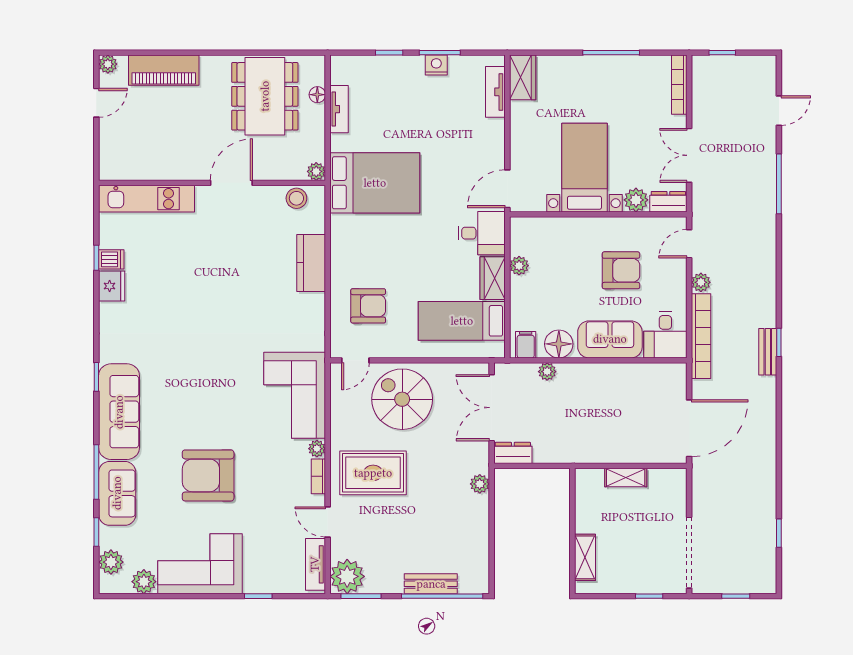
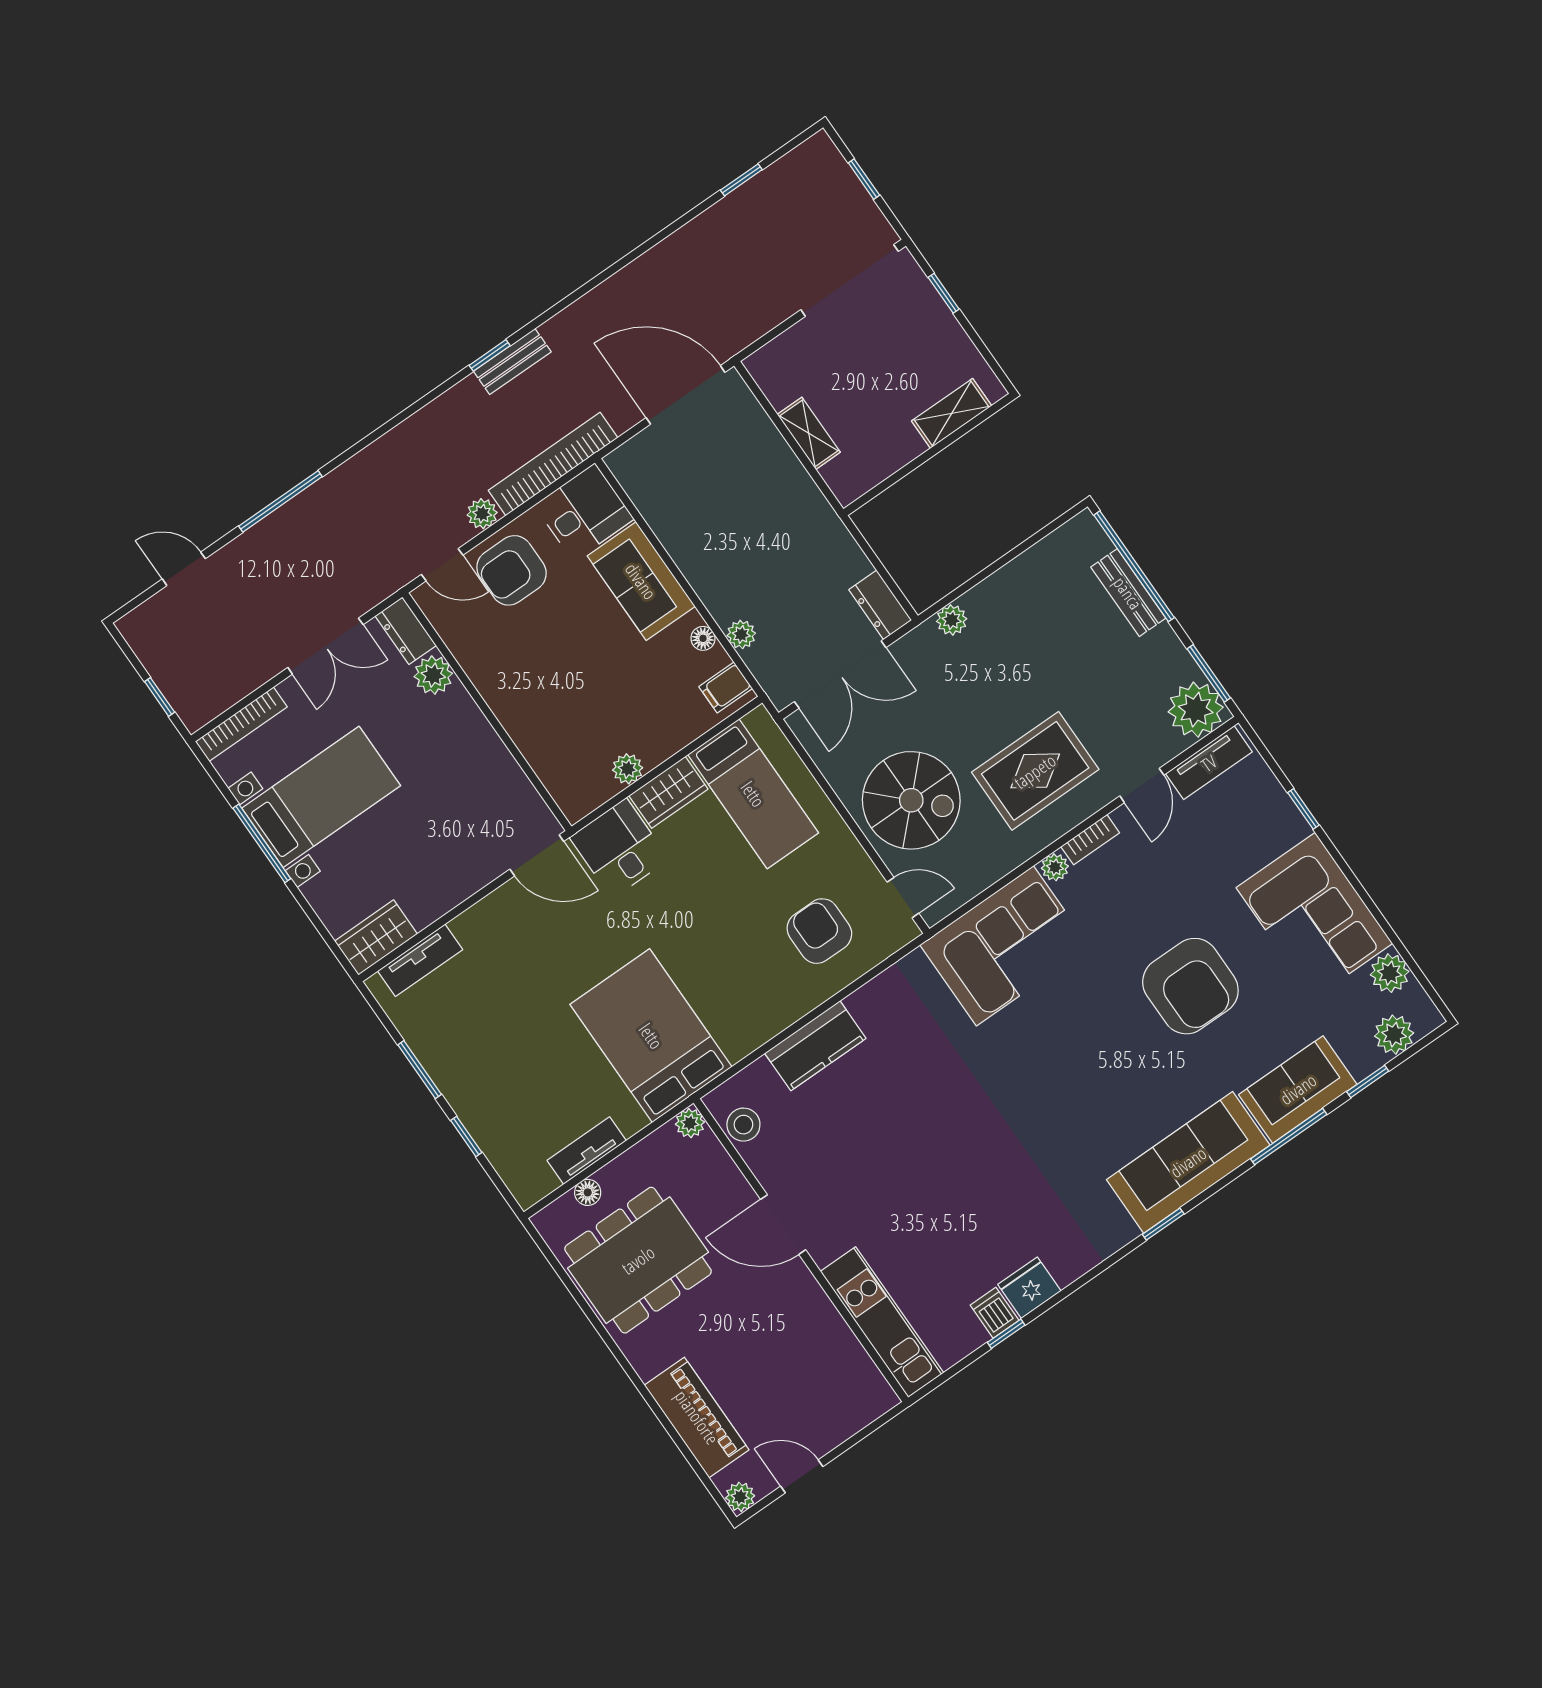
nightstand: (436, 65) -> (439, 1063), removed
bed with nightstands: (584, 168) -> (321, 797), moved, turned 180
armchair: (621, 270) -> (512, 570), moved, turned -90
floor lamp: (559, 344) -> (703, 638), width x0.53, depth x0.53
spiral stairs: (402, 399) -> (911, 800), turned -90
rug: (373, 473) -> (1035, 771), turned 90

